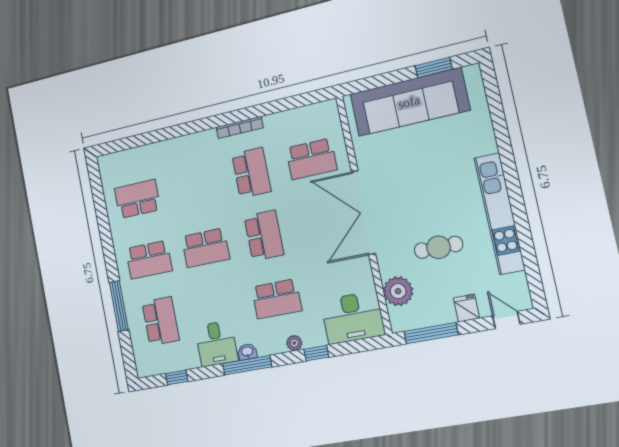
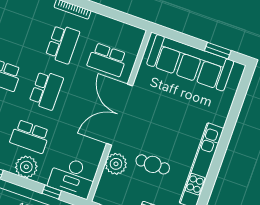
plant: (398, 291) -> (116, 164), moved
plant: (294, 343) -> (26, 167), width x1.88, depth x1.88
window: (316, 353) -> (52, 192), moved

